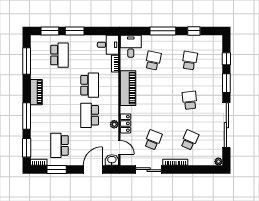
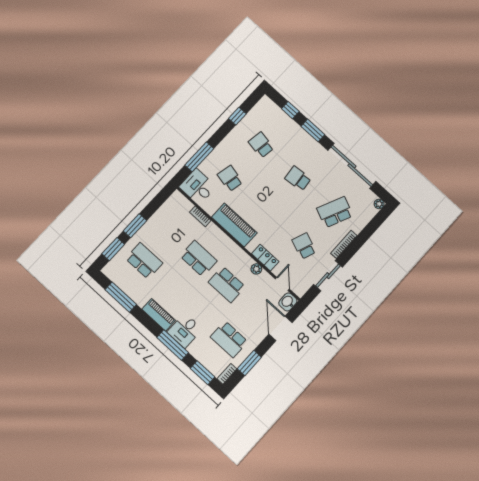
window: (163, 31) -> (199, 157), moved
desk: (108, 45) -> (185, 331), moved, turned 180
school desk: (190, 140) -> (335, 212), width x1.85
door: (119, 147) -> (282, 284), hinge flipped

